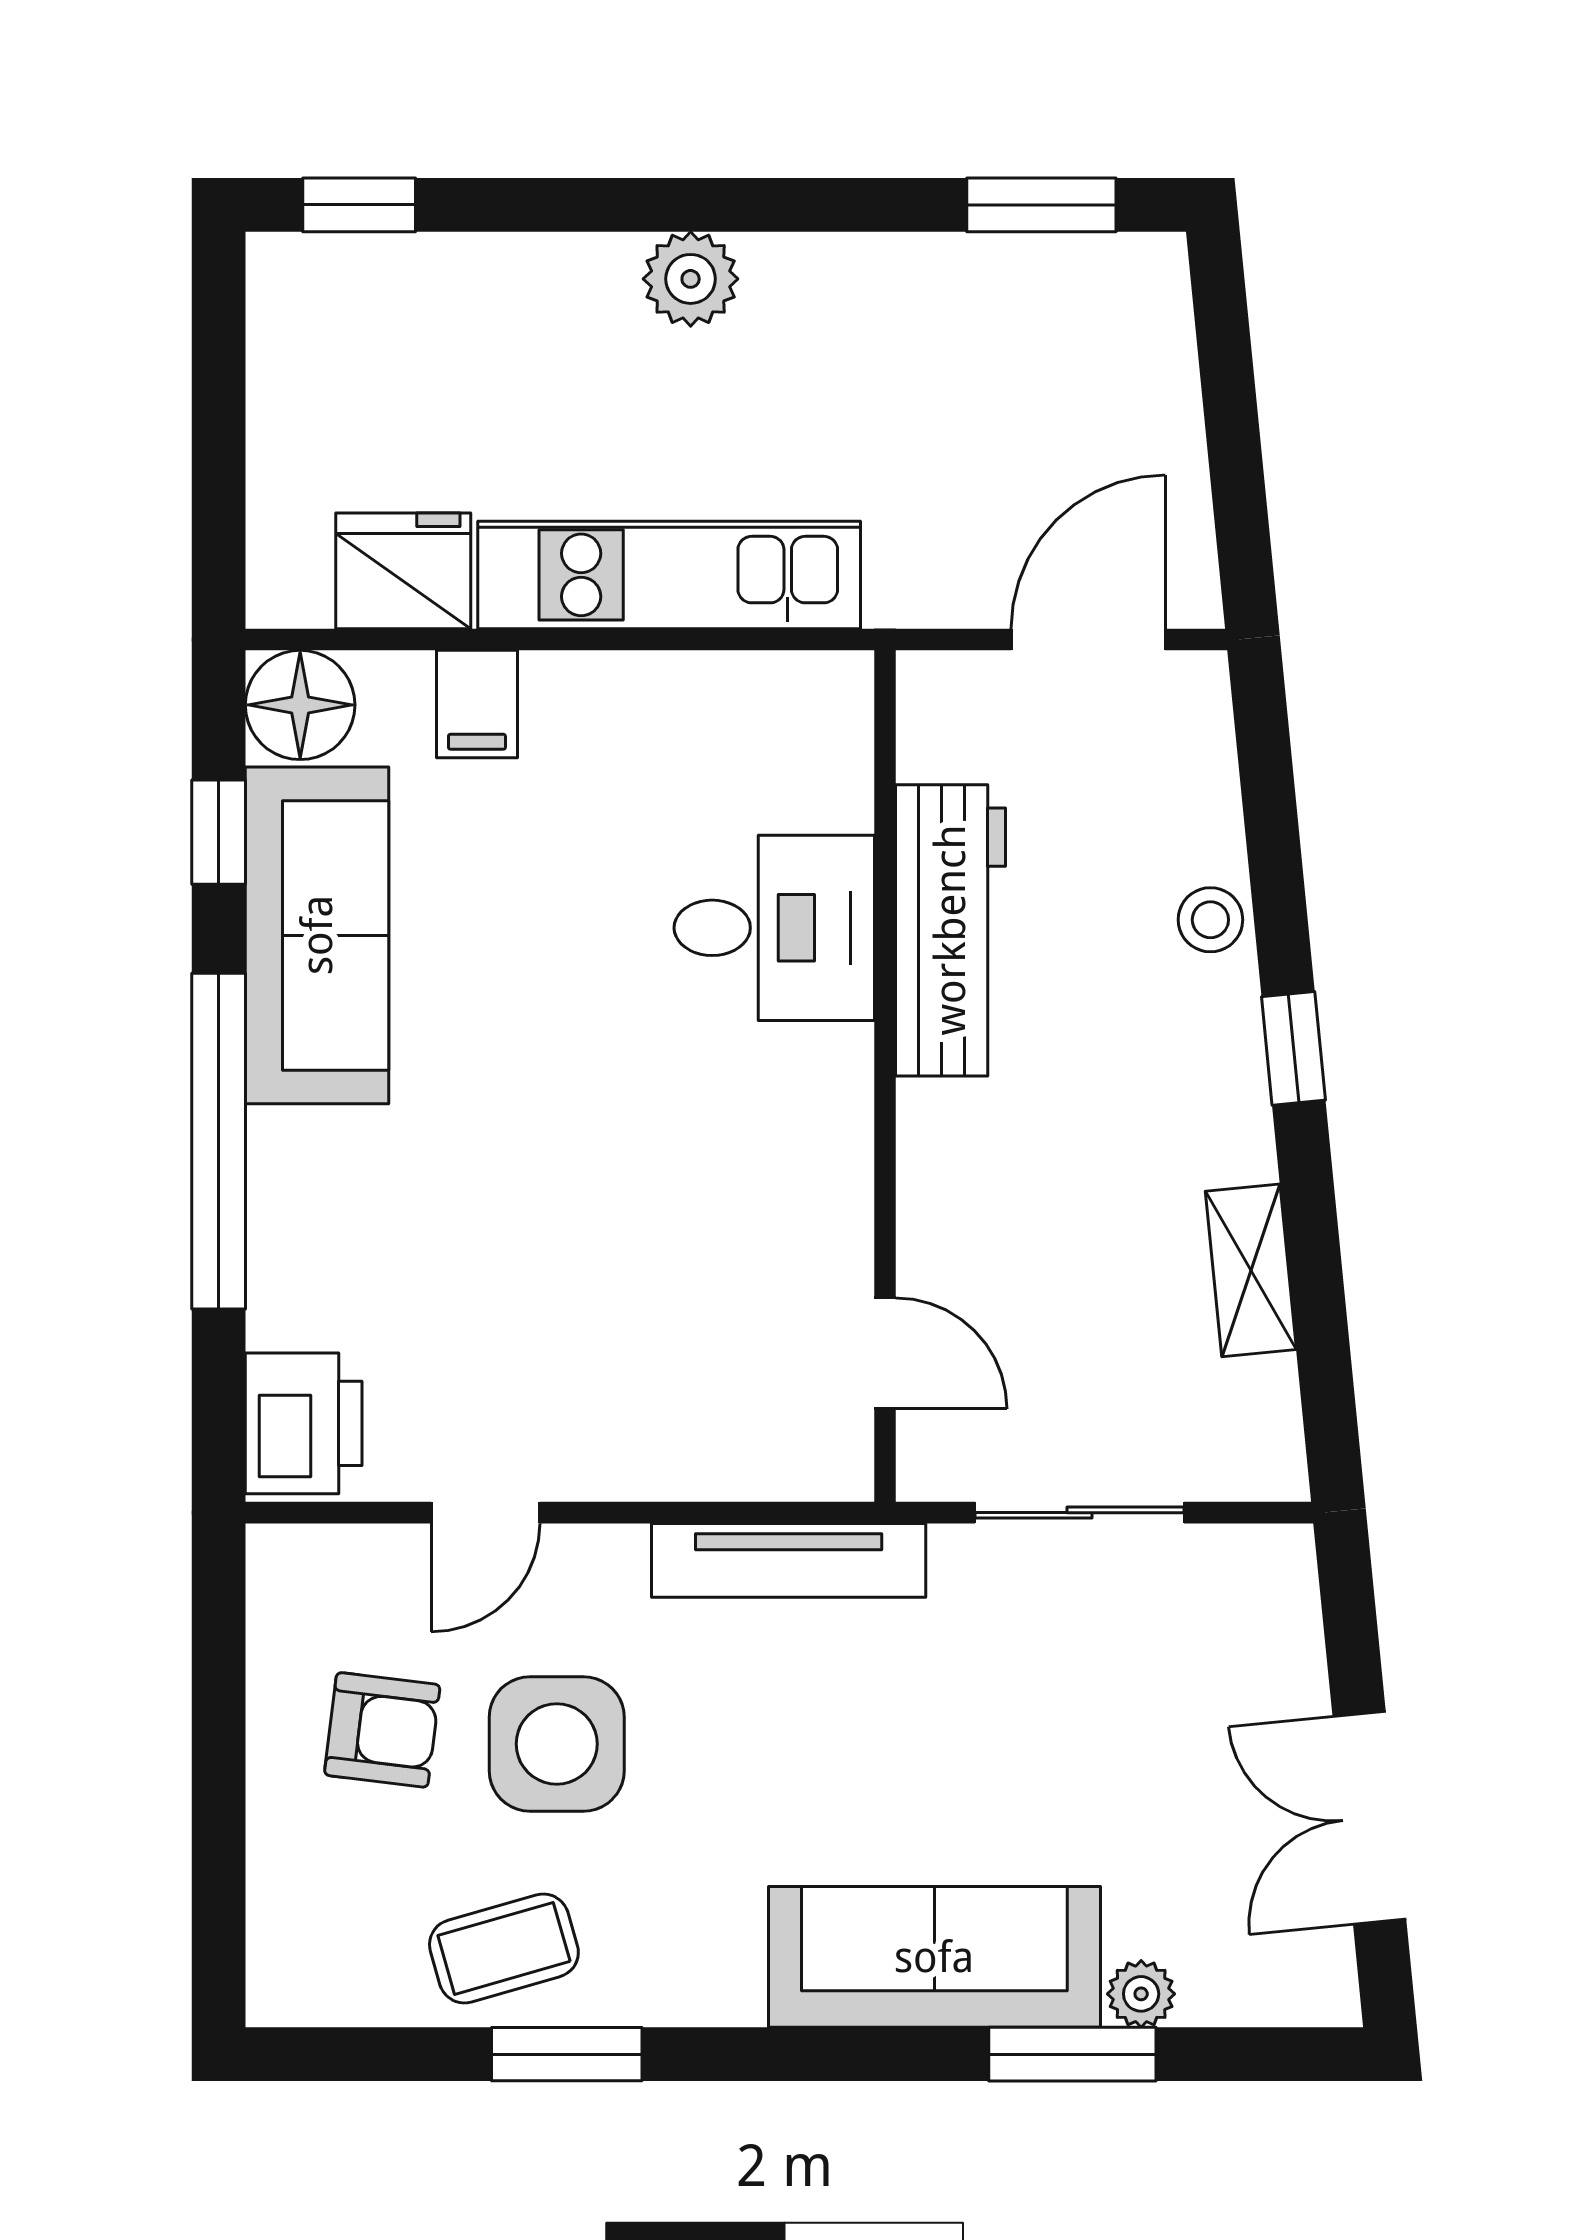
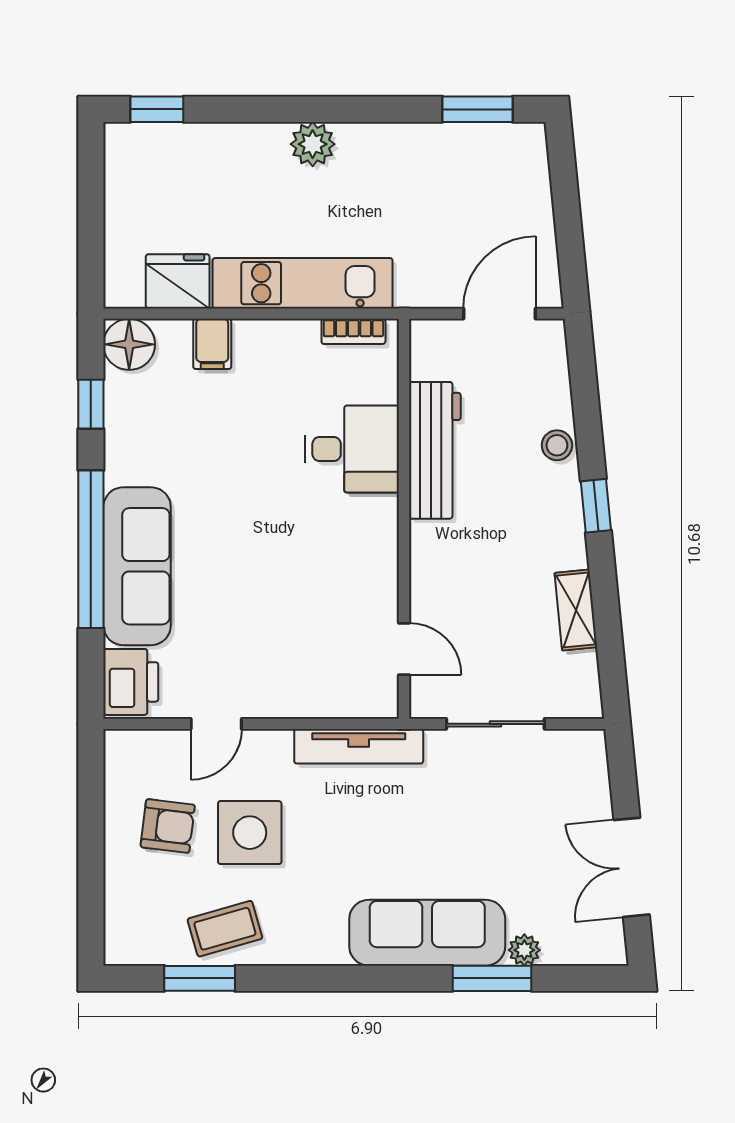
bookcase: (777, 677) -> (353, 331), added
sofa: (317, 935) -> (137, 566), moved
window: (567, 2054) -> (200, 978), moved

